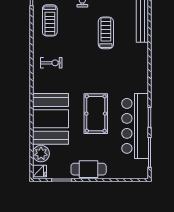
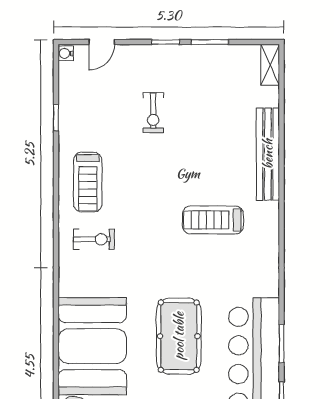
treadmill: (50, 20) -> (88, 182), moved
treadmill: (106, 33) -> (213, 220), moved, turned -90

